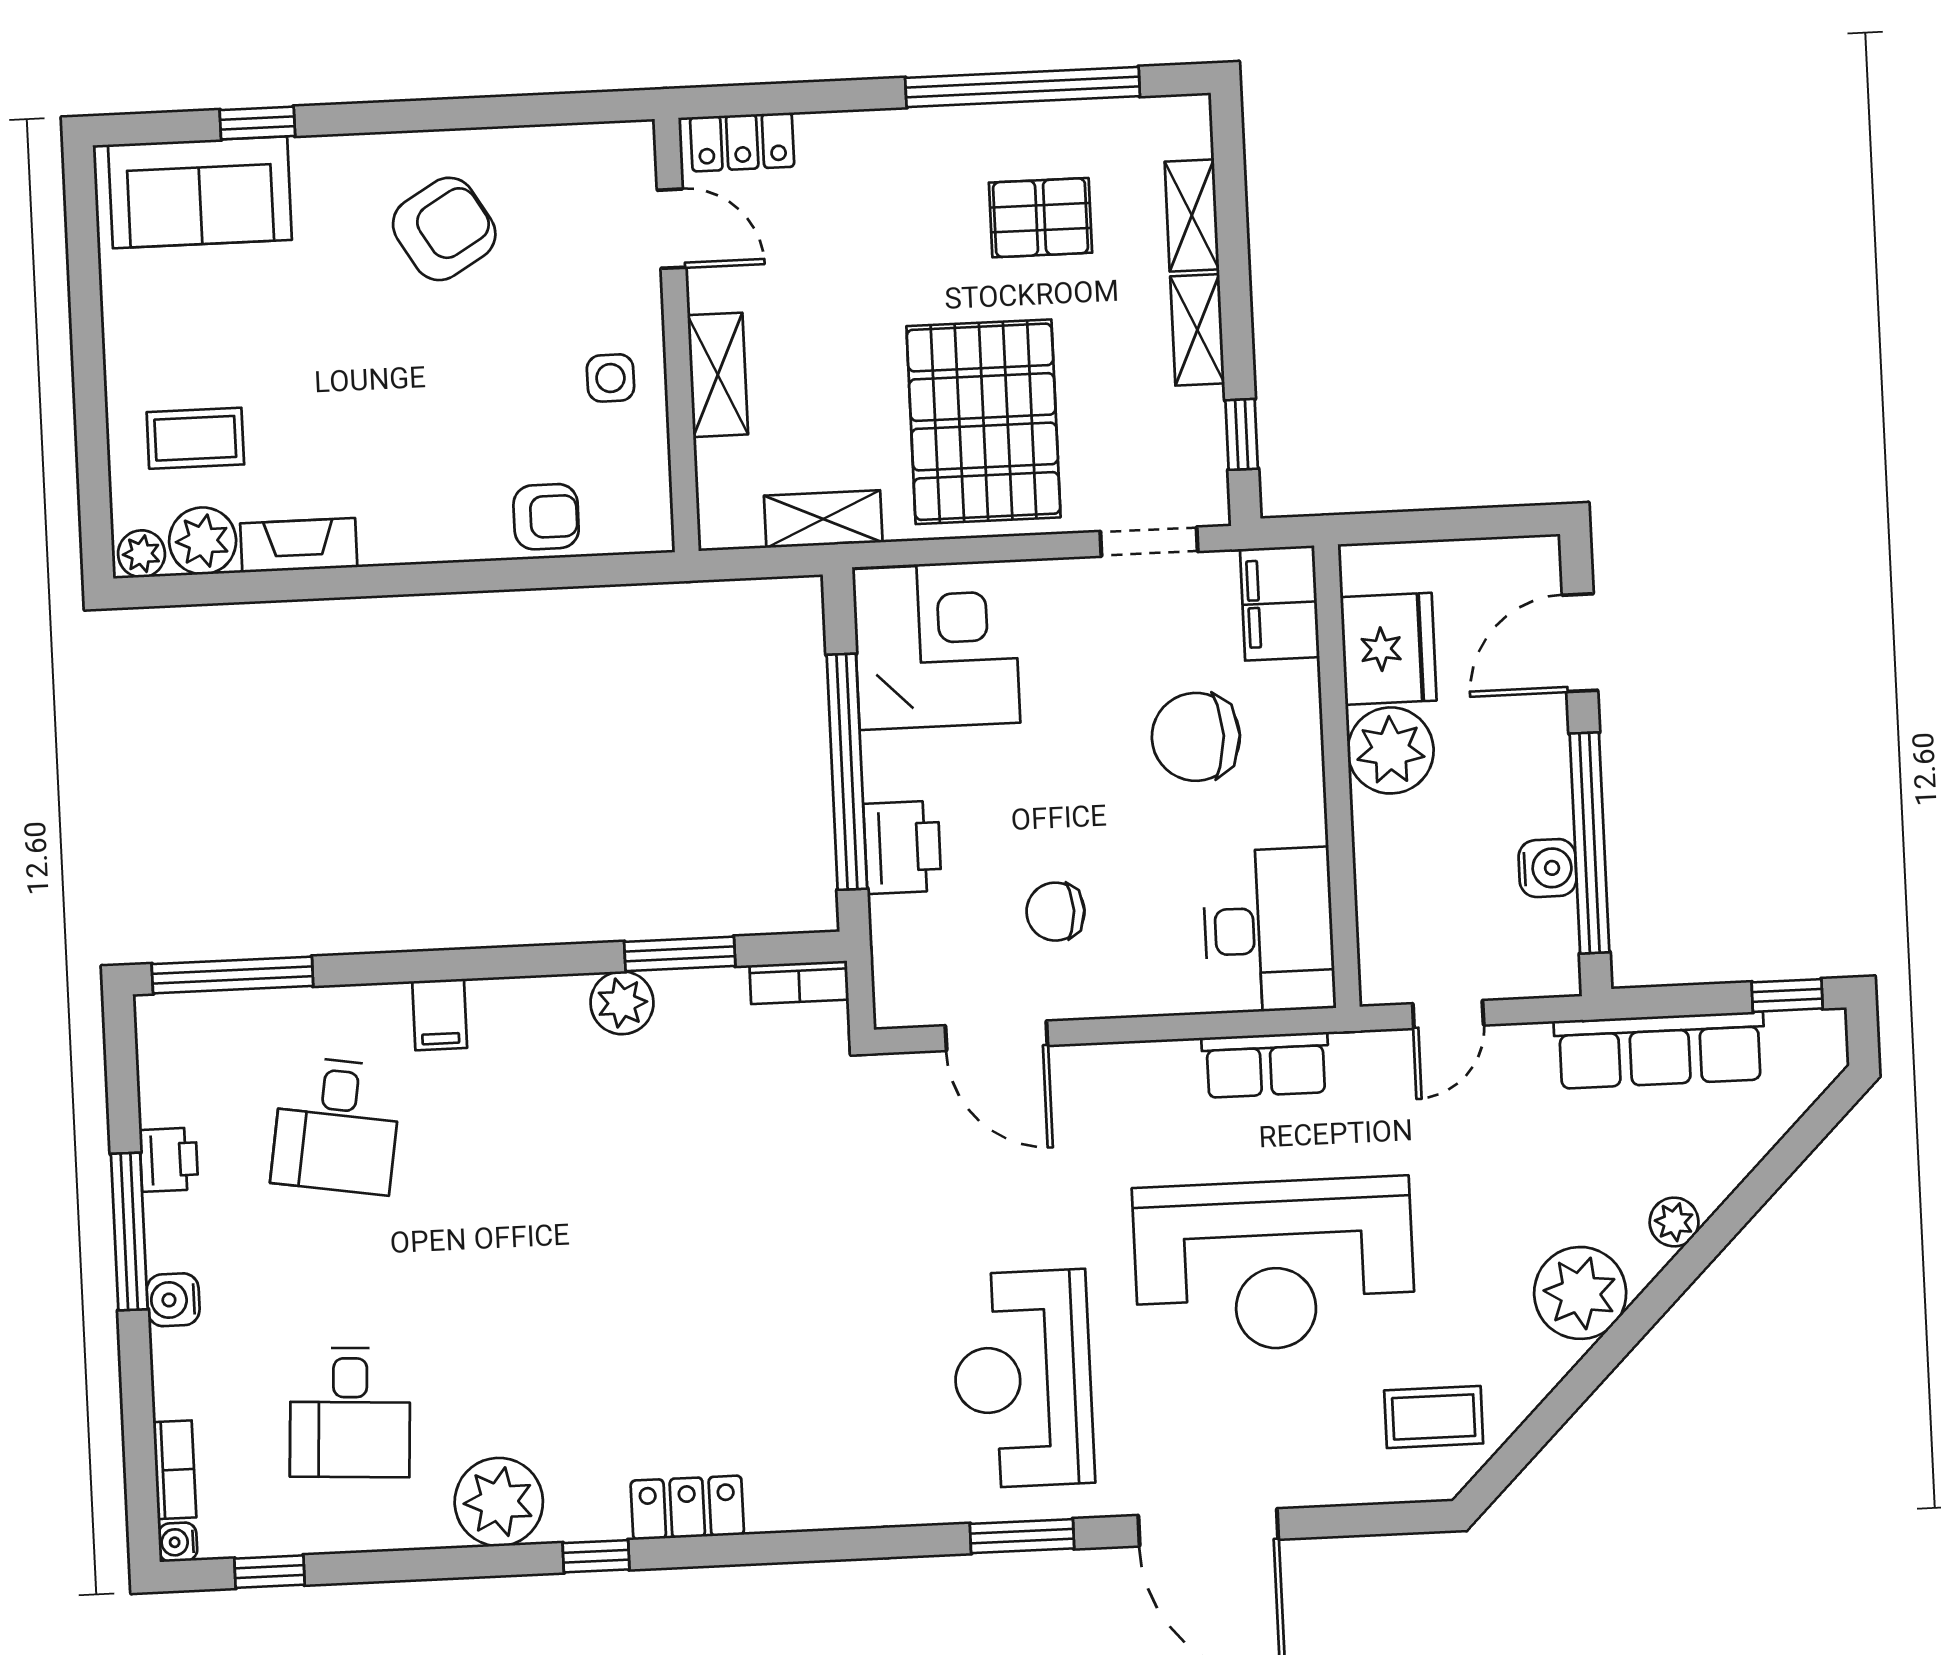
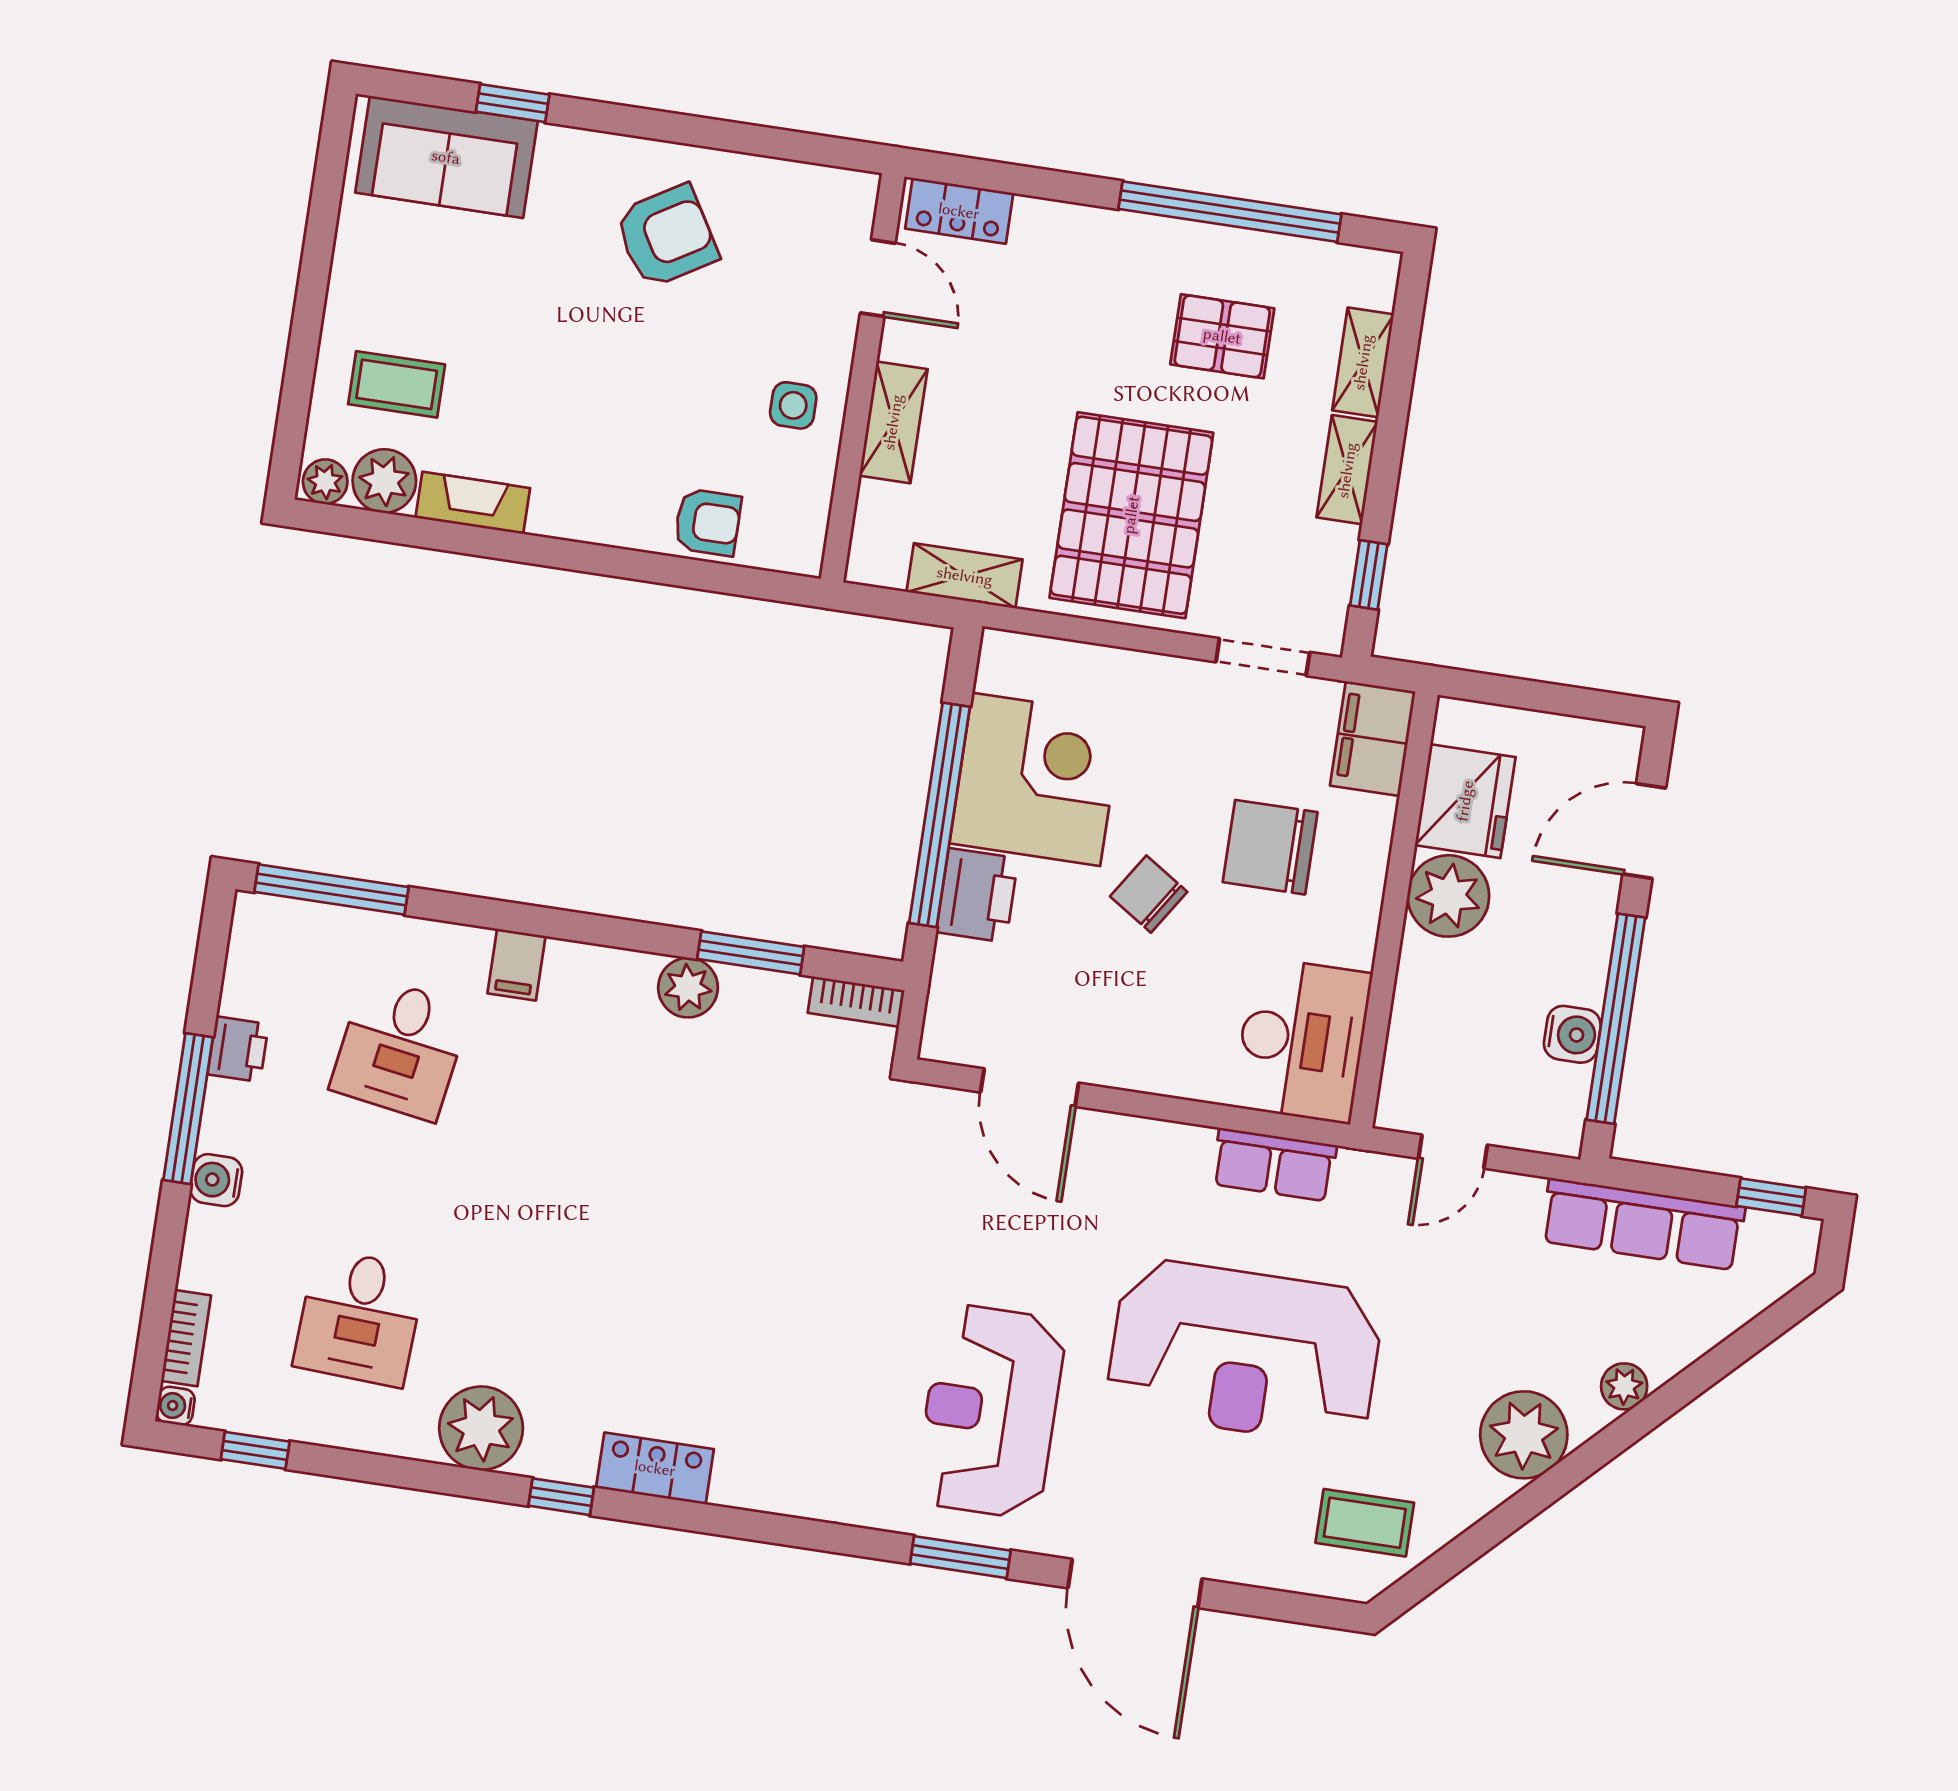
corner desk: (936, 646) -> (1036, 779), moved
chair: (1056, 912) -> (1149, 894), moved, turned 33

